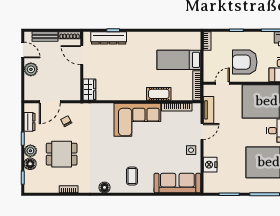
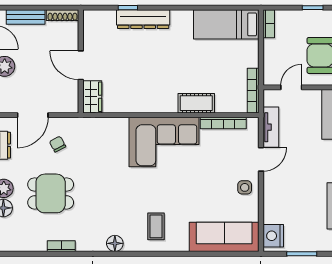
dresser: (109, 38) -> (143, 19), moved
door: (82, 55) -> (81, 65), moved
bed: (179, 60) -> (226, 24), moved
nightstand: (210, 165) -> (273, 236), moved

